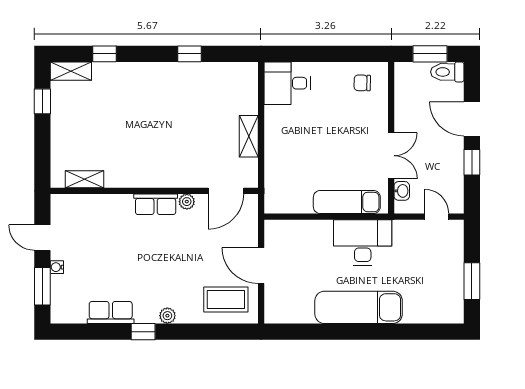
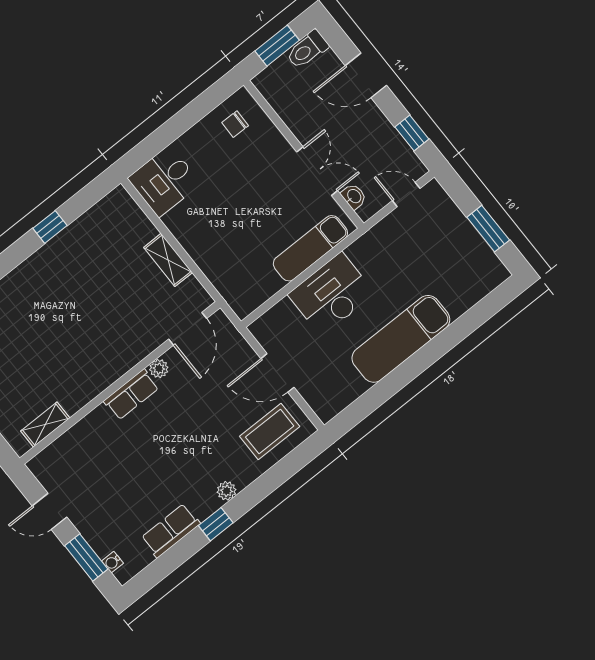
window: (472, 162) -> (412, 133), moved
desk: (363, 242) -> (331, 294), moved
water cooler: (57, 267) -> (112, 562), moved

